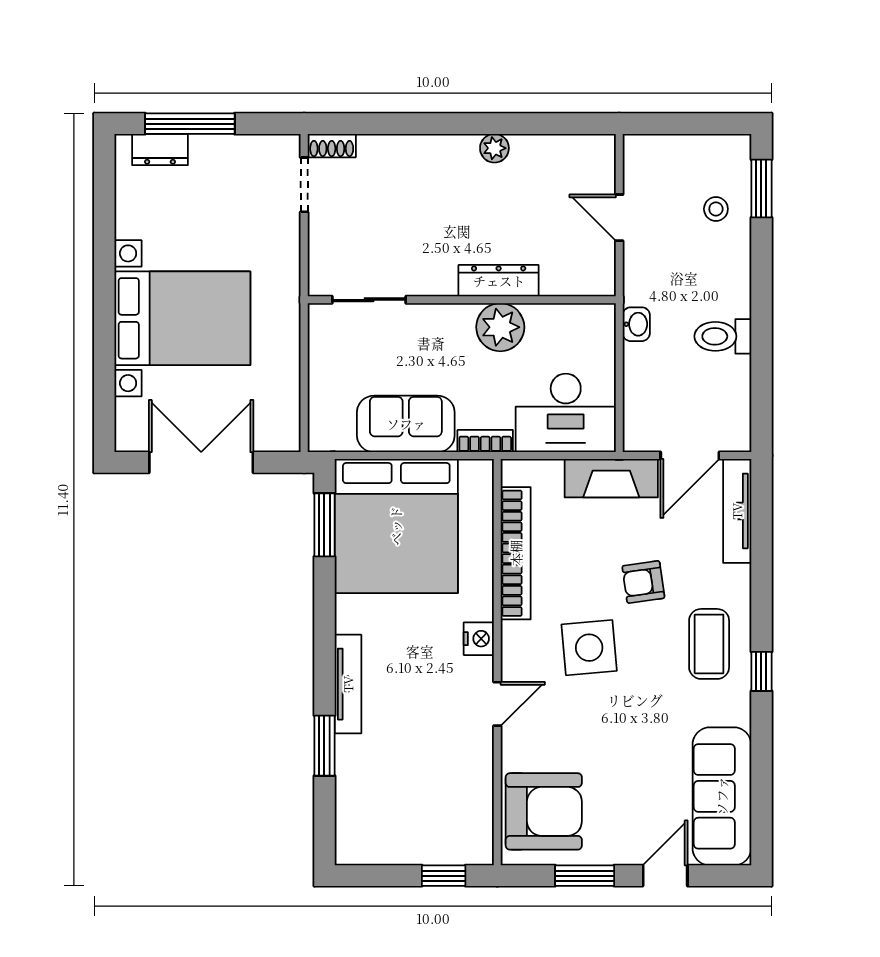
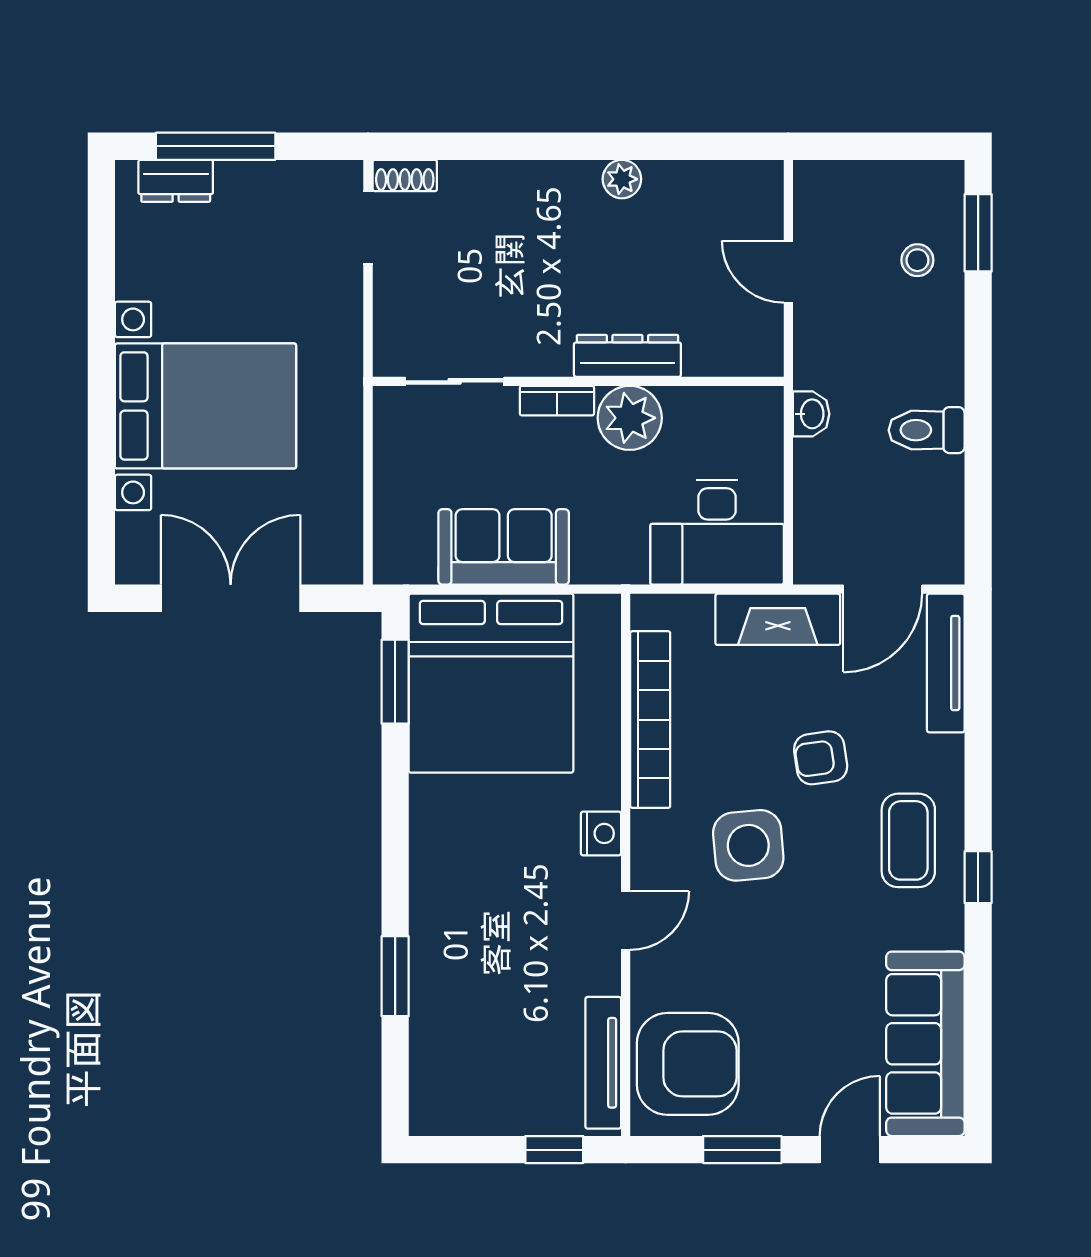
bookcase: (485, 441) -> (557, 401), moved, turned 180
tv unit: (348, 684) -> (603, 1063), moved, turned 180

